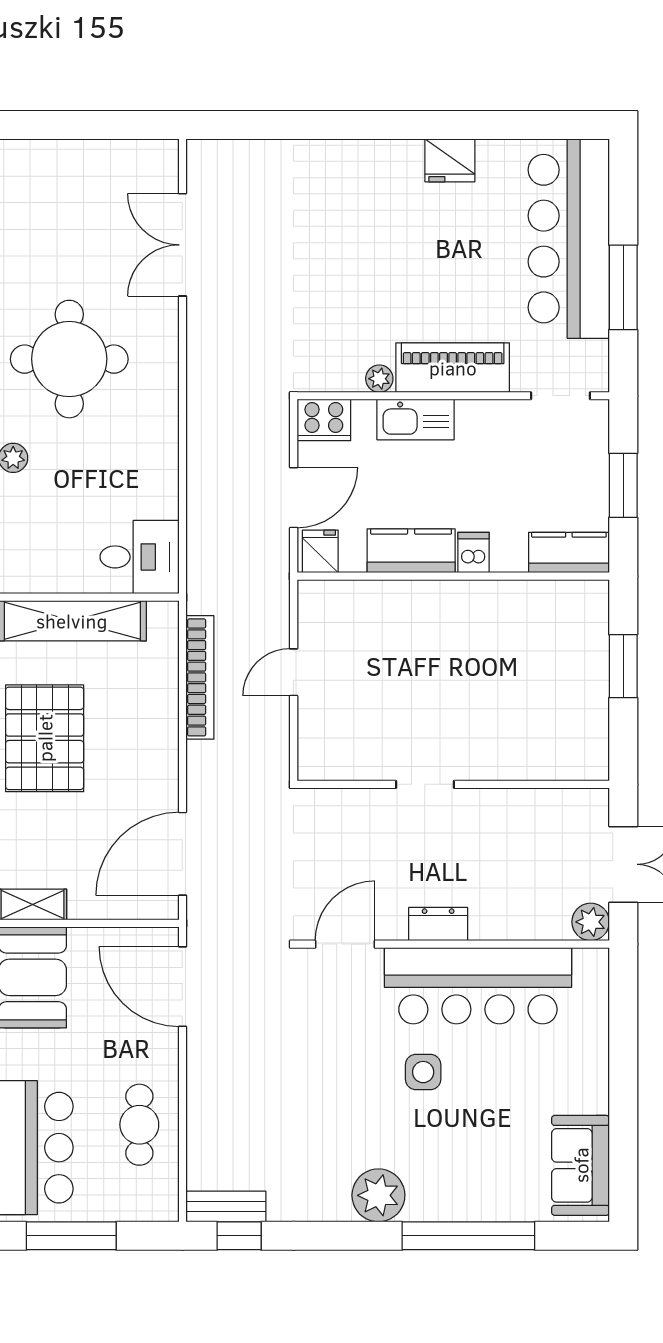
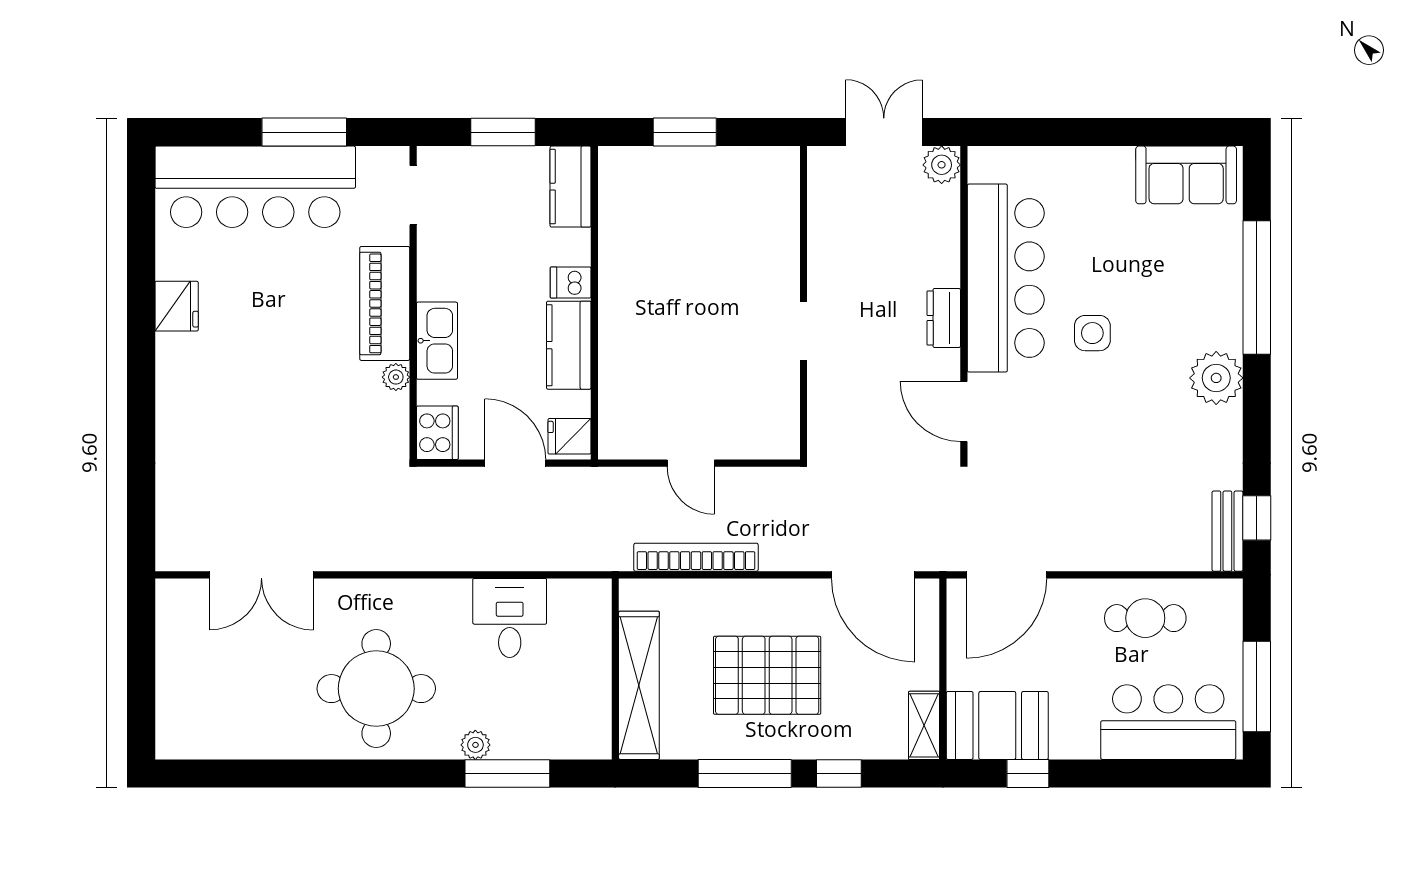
desk: (140, 557) -> (510, 618), moved
pallet: (45, 738) -> (767, 675), moved

